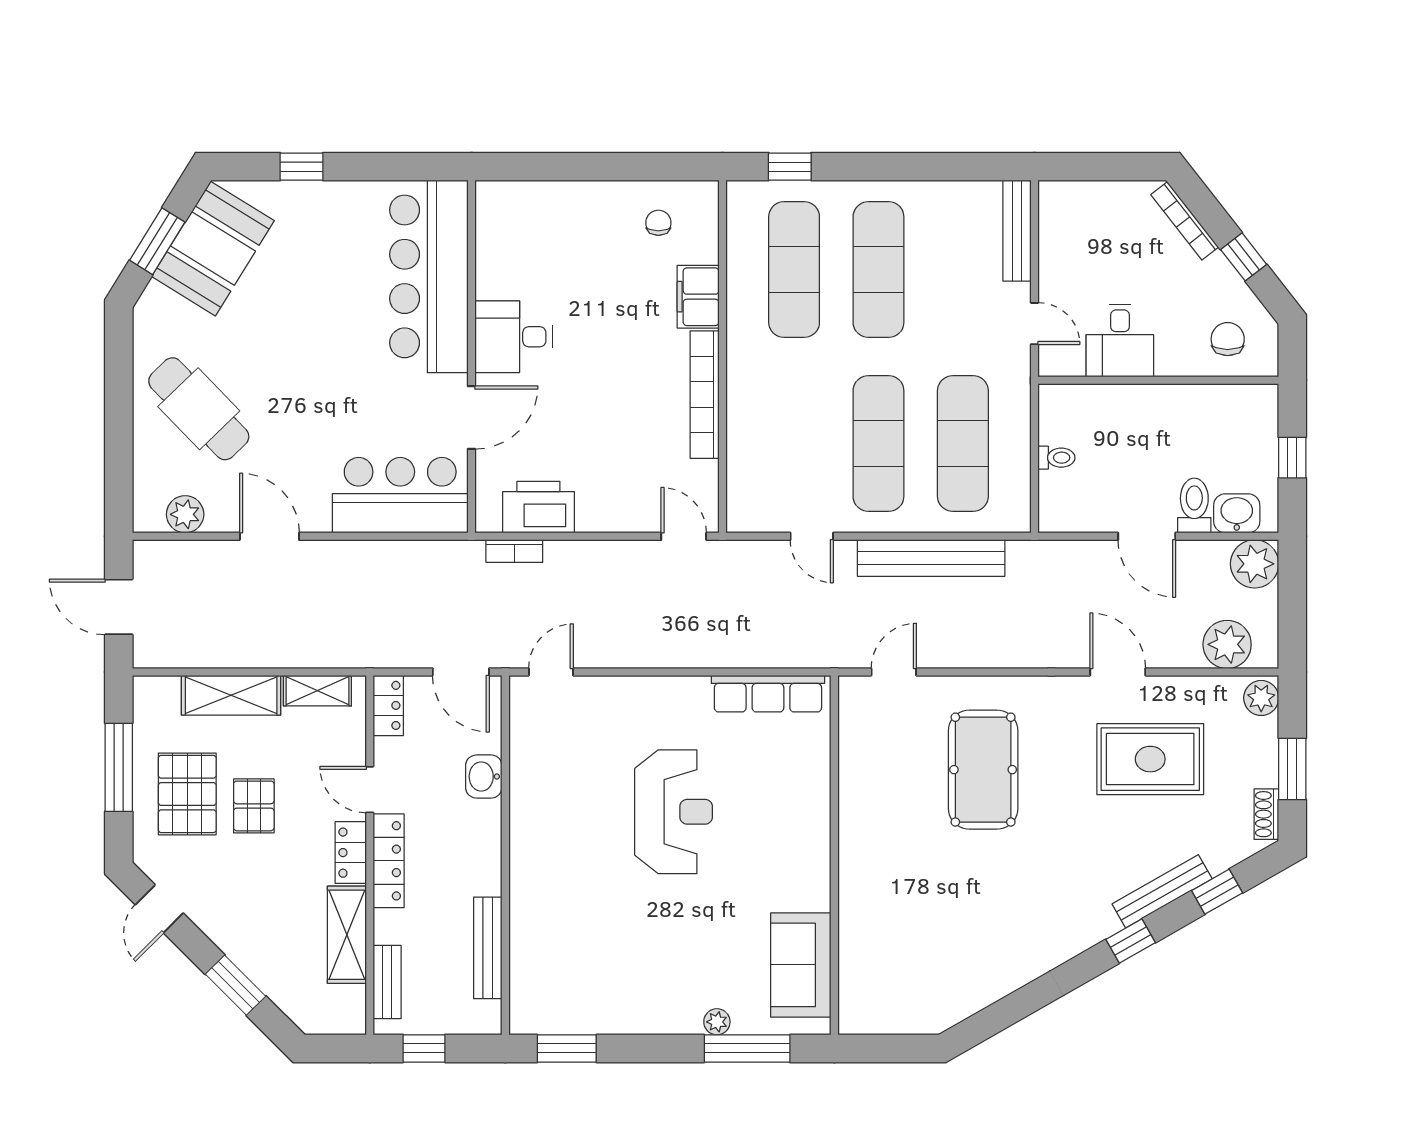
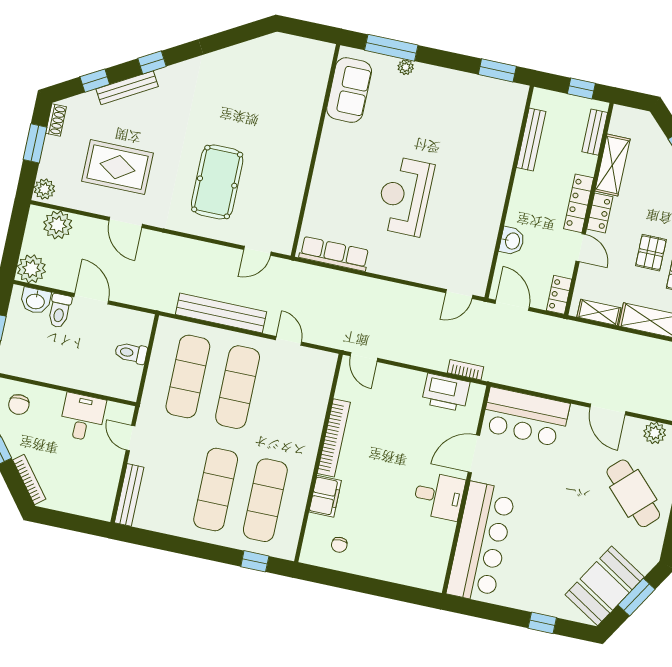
toilet: (1056, 458) -> (131, 353), width x1.37, depth x1.39

